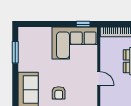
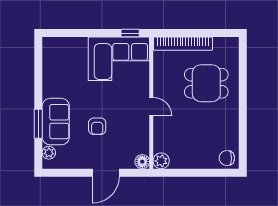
window: (15, 52) -> (38, 124), moved

